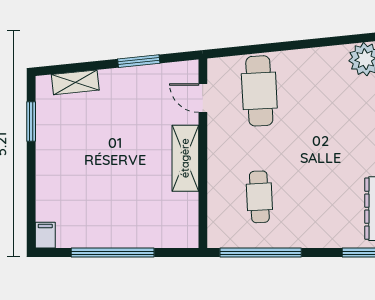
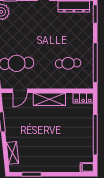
locker: (188, 228) -> (83, 98), added

